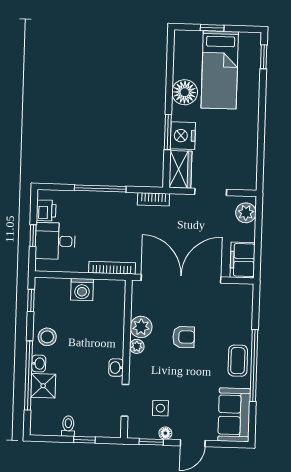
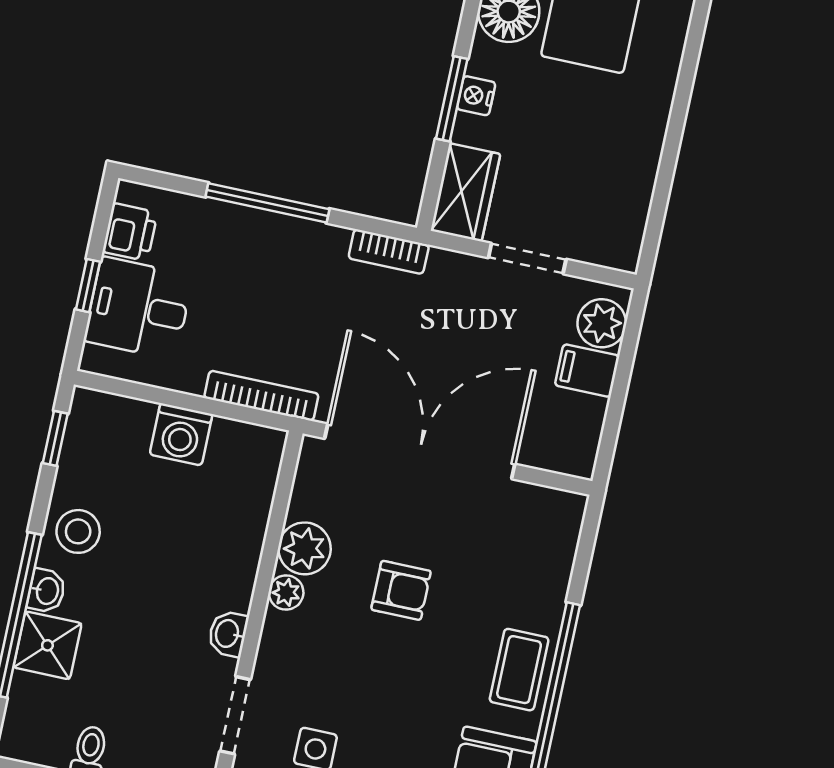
nightstand: (183, 136) -> (476, 96), width x0.53, depth x0.56
filing cabinet: (243, 260) -> (587, 371), moved, width x0.50

